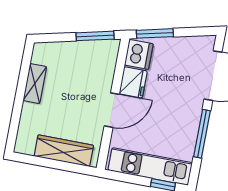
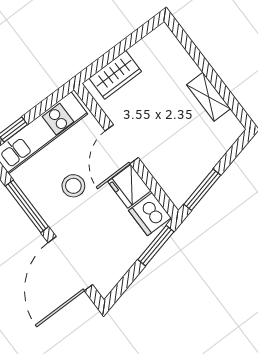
stool: (164, 117) -> (73, 186), added
wardrobe: (64, 151) -> (115, 75), width x0.67

